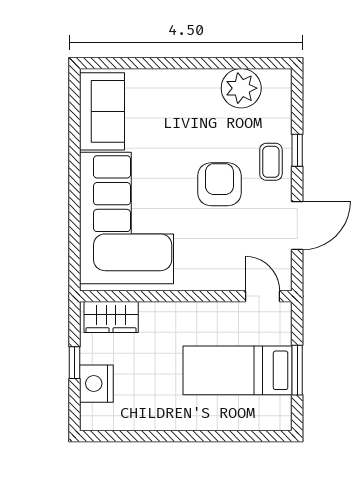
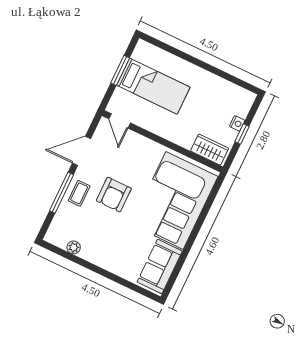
plant: (241, 88) -> (74, 247), width x0.53, depth x0.53
window: (297, 150) -> (61, 193), width x2.17
nightstand: (96, 384) -> (237, 123), width x0.53, depth x0.56

